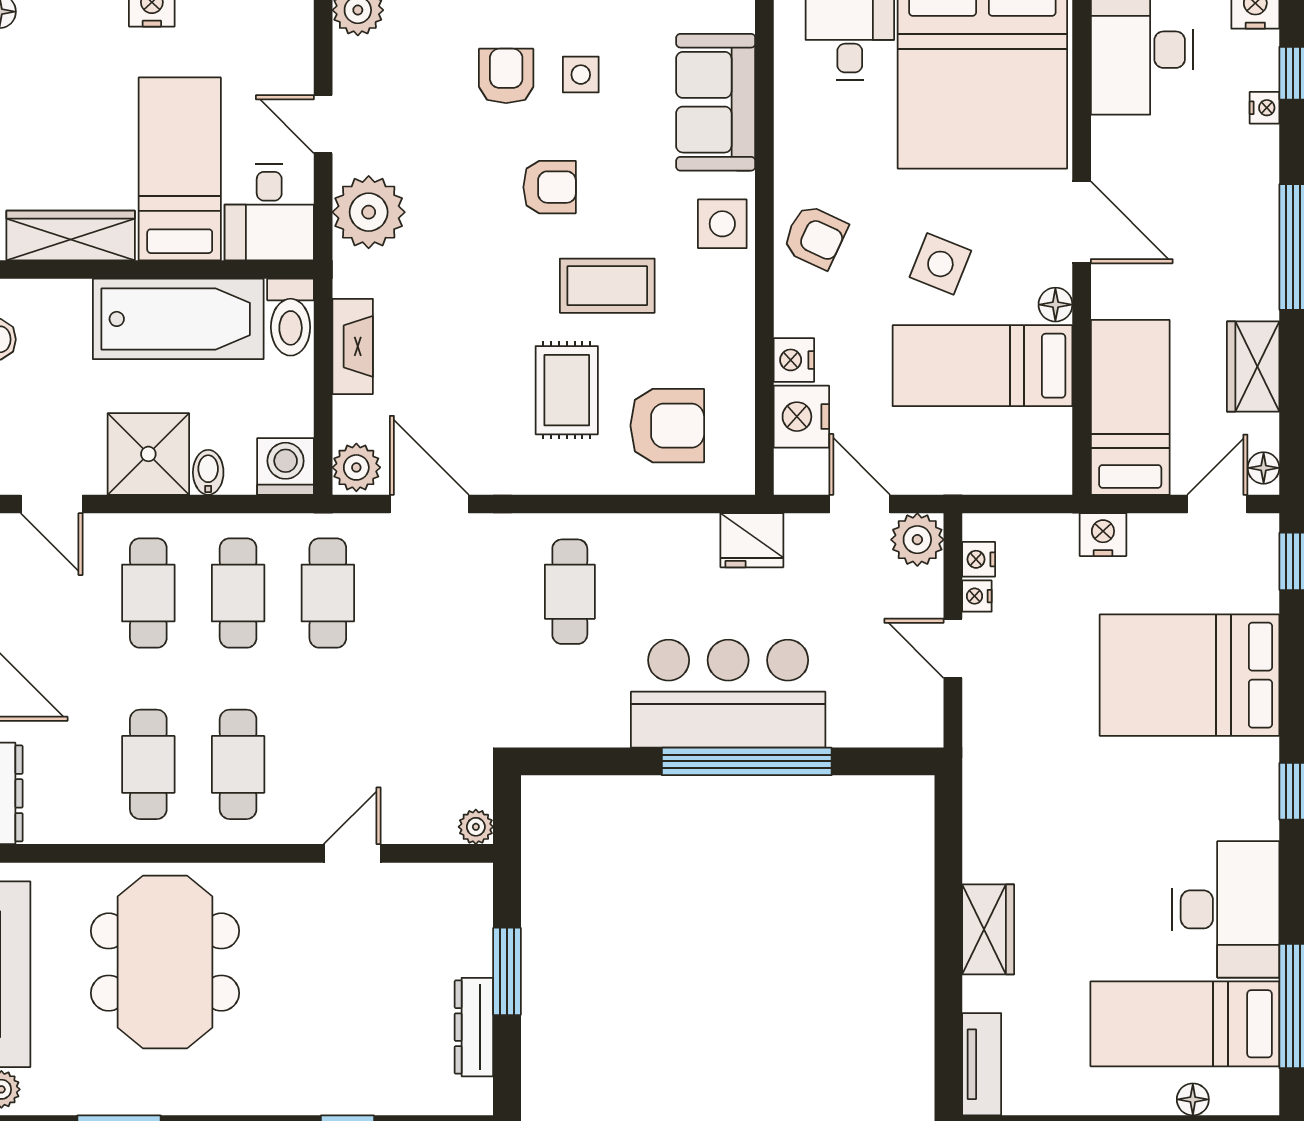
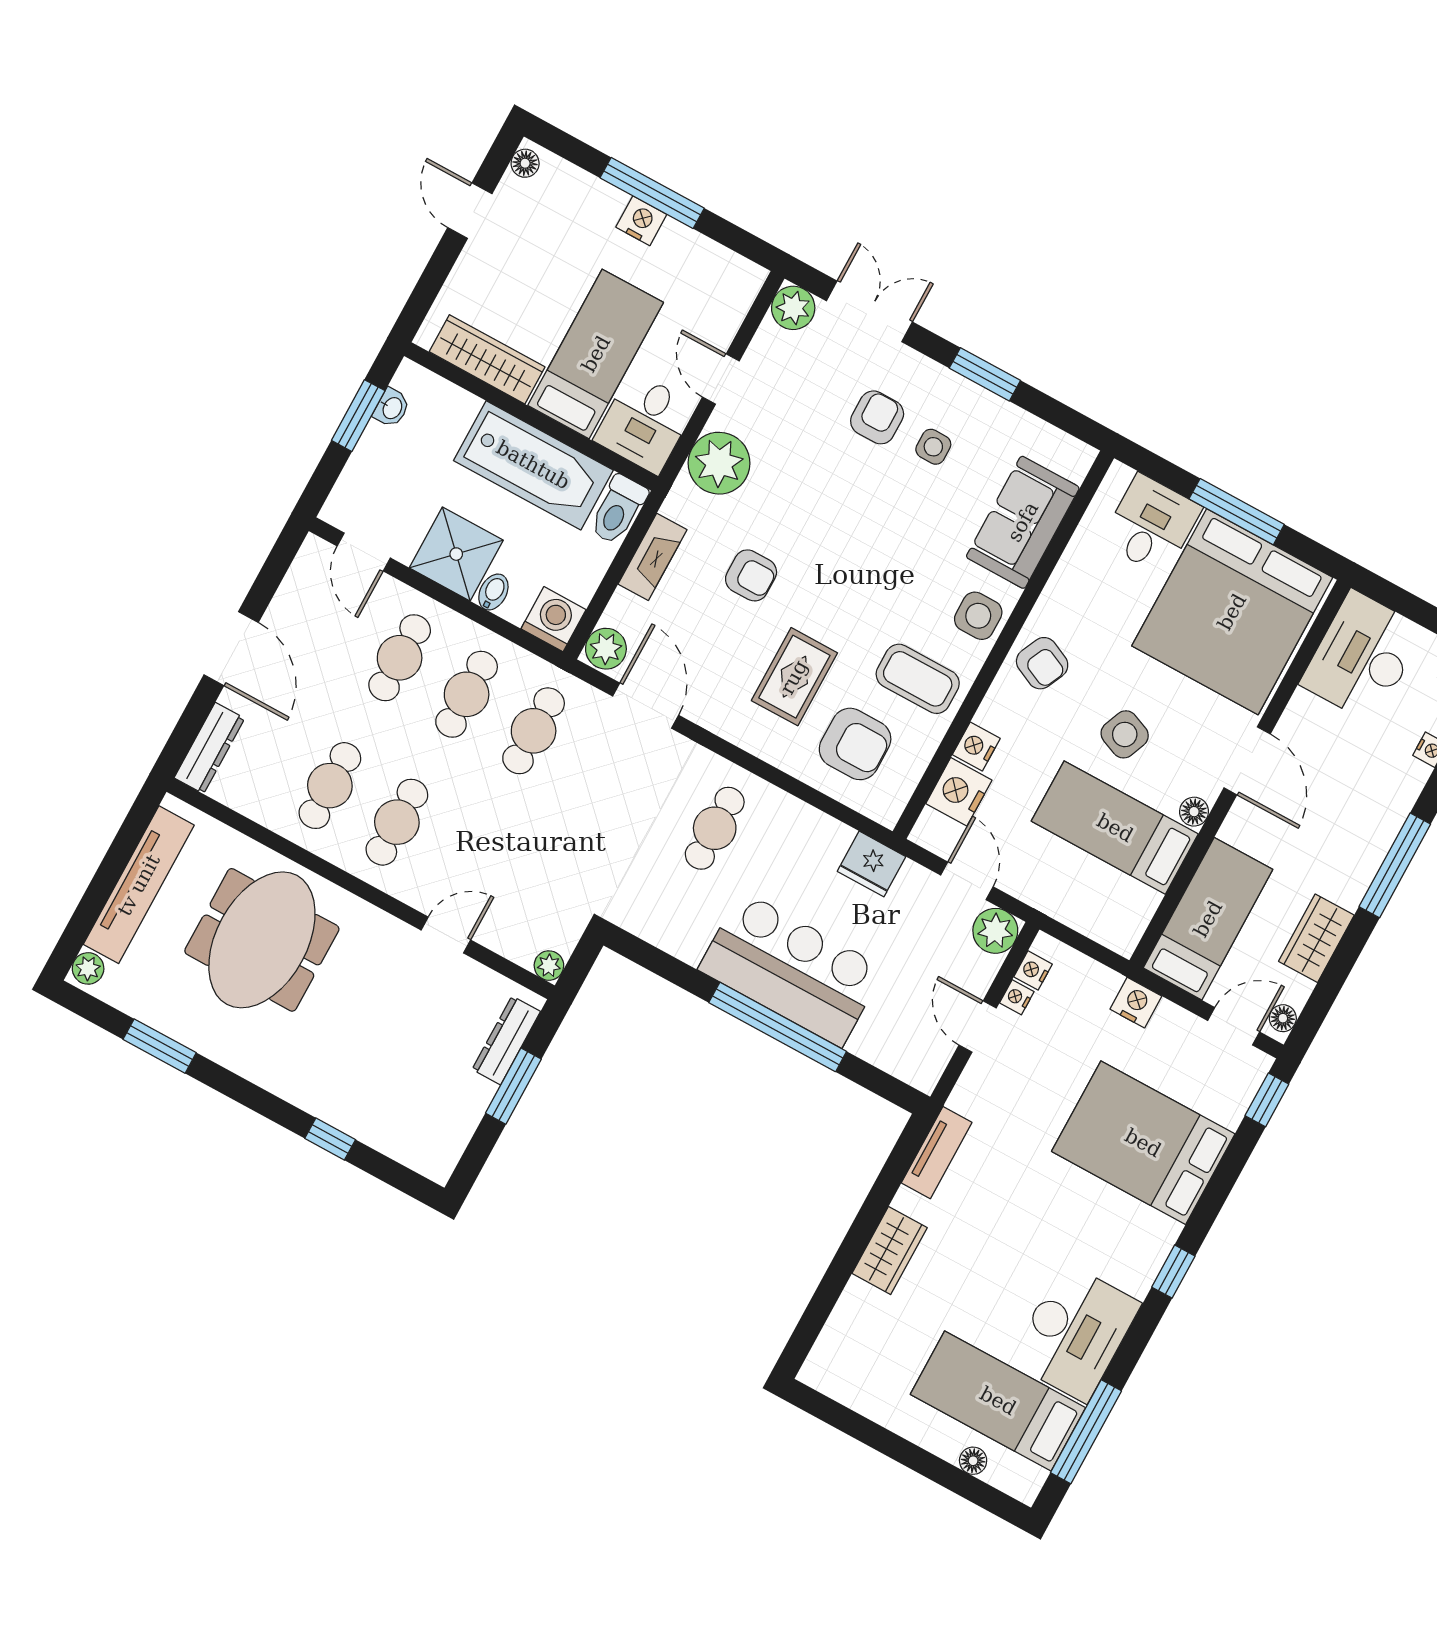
armchair: (550, 187) -> (751, 575), moved
coffee table: (607, 286) -> (918, 679), moved
dresser: (474, 1027) -> (506, 1040), moved
tv unit: (982, 1064) -> (937, 1153), moved

